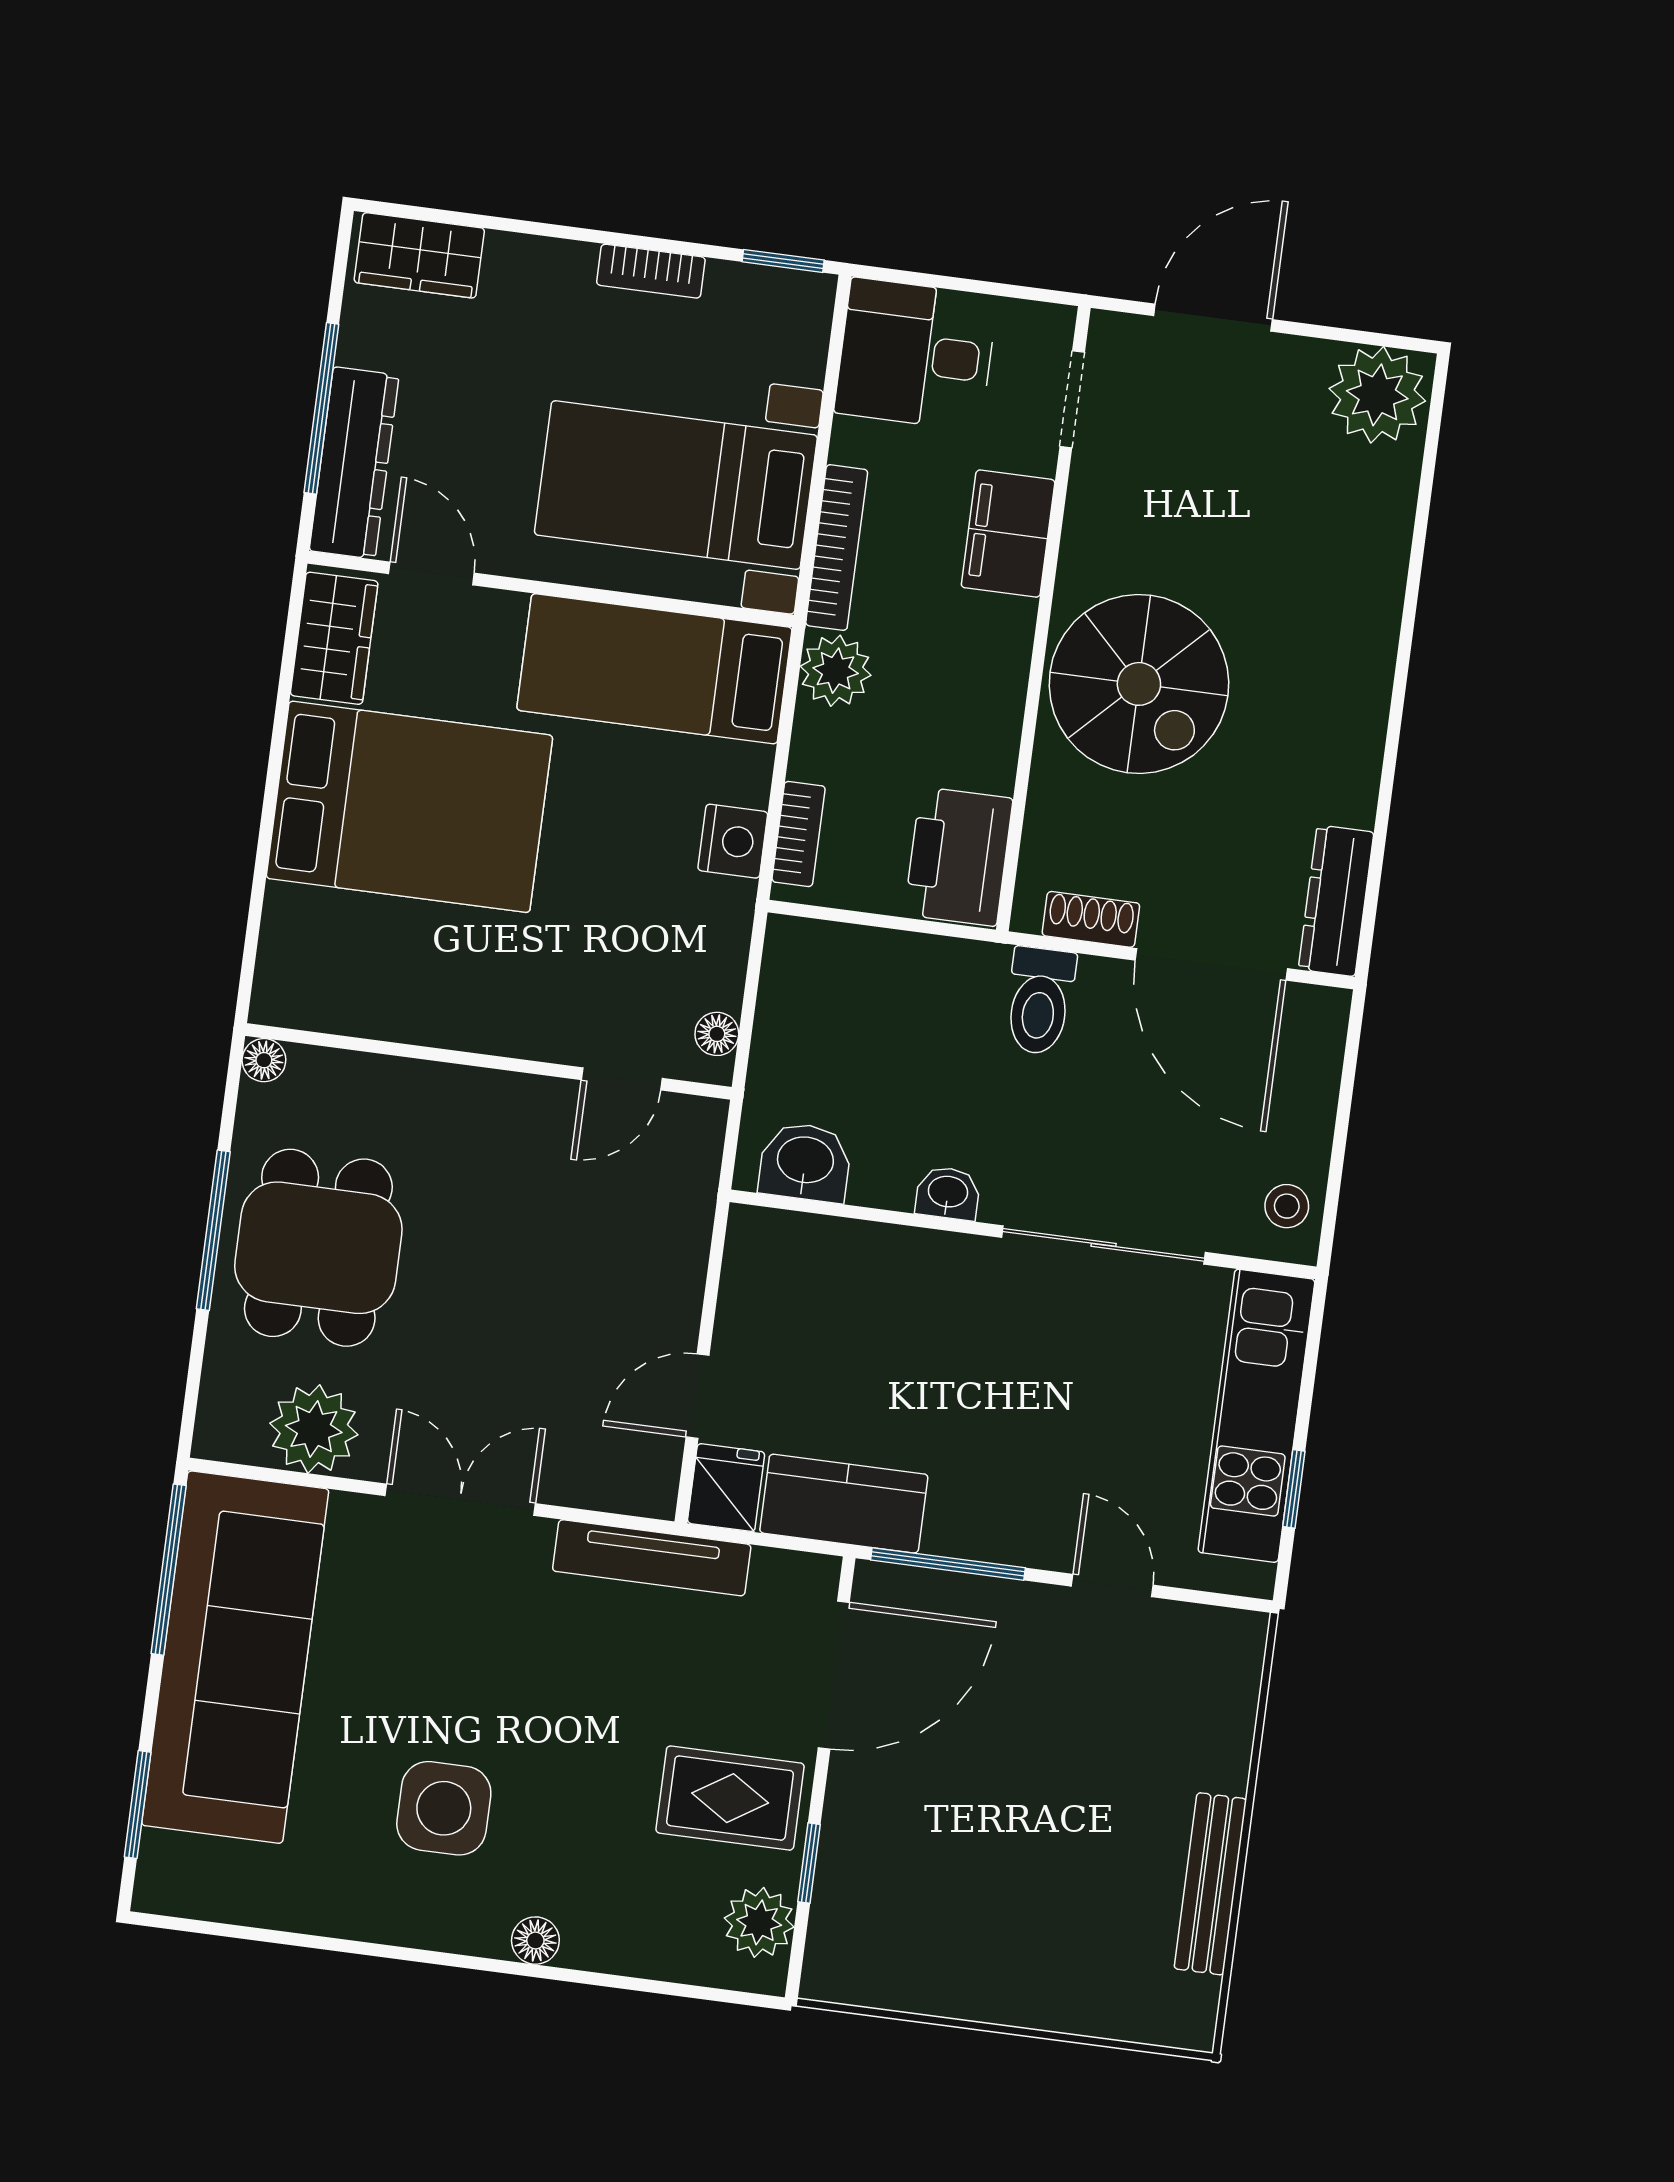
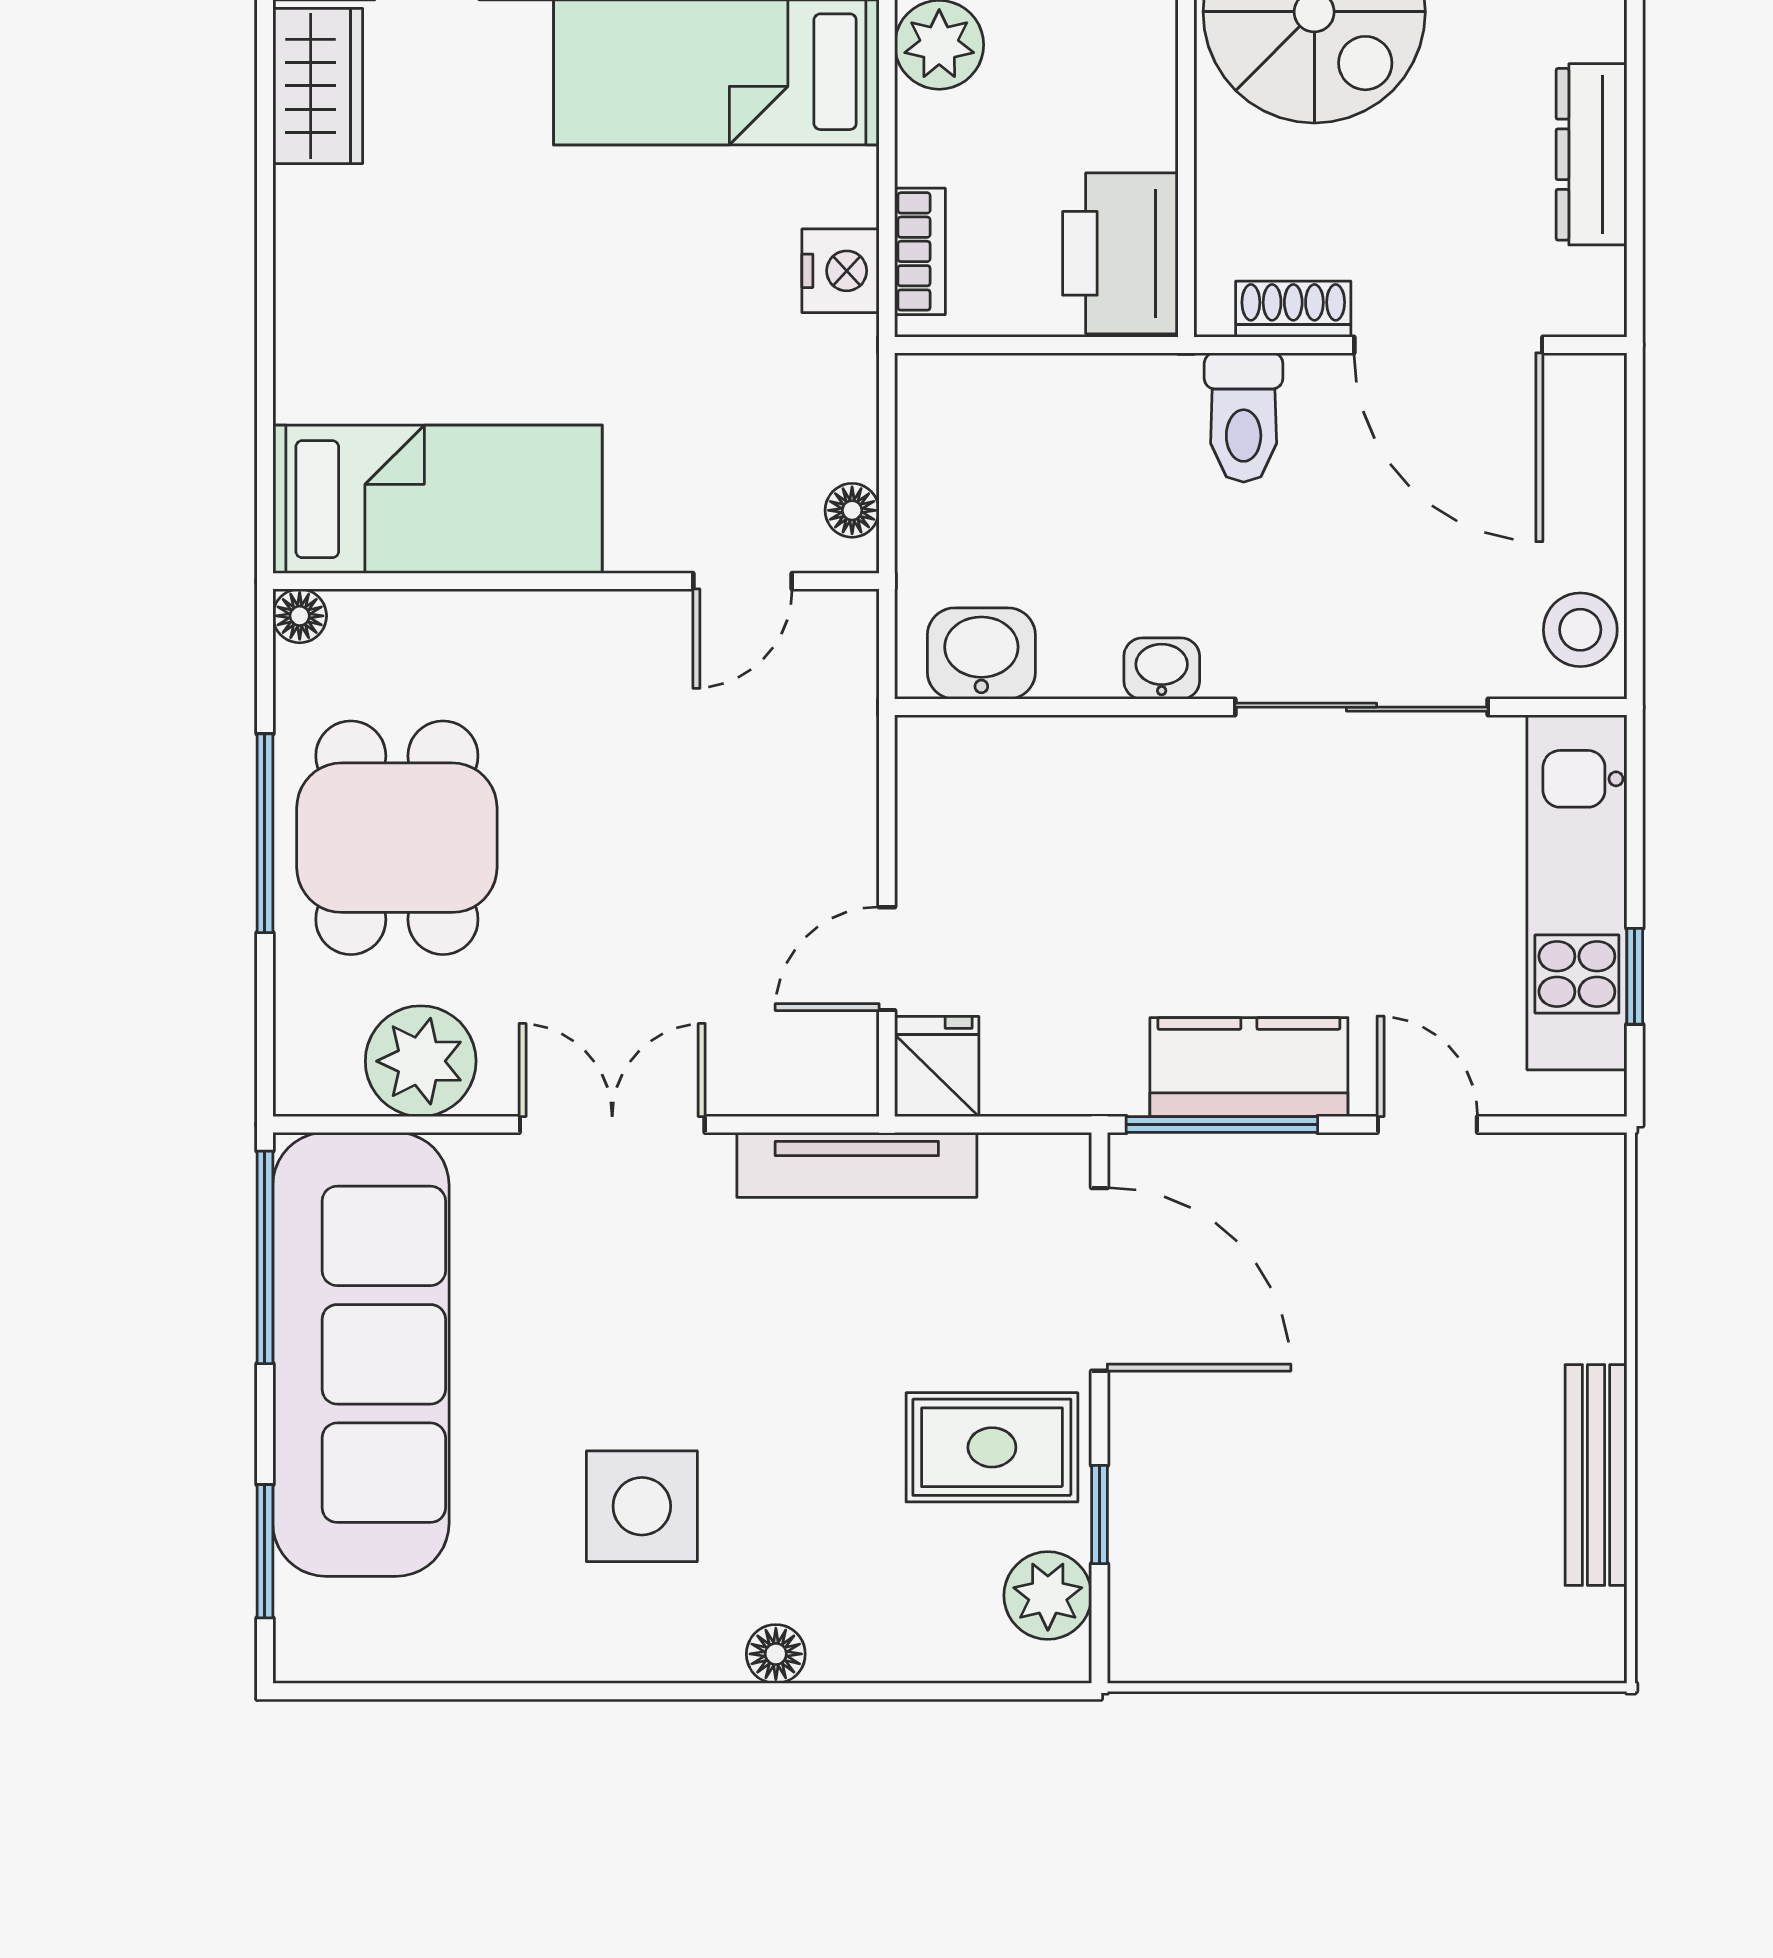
bed: (409, 807) -> (437, 499), moved, width x0.67
dresser: (1336, 901) -> (1592, 154), moved
stool: (1287, 1206) -> (1580, 630), width x1.37, depth x1.37
kitchen counter: (844, 1504) -> (1249, 1067), moved
door: (834, 1675) -> (1099, 1279), hinge flipped

